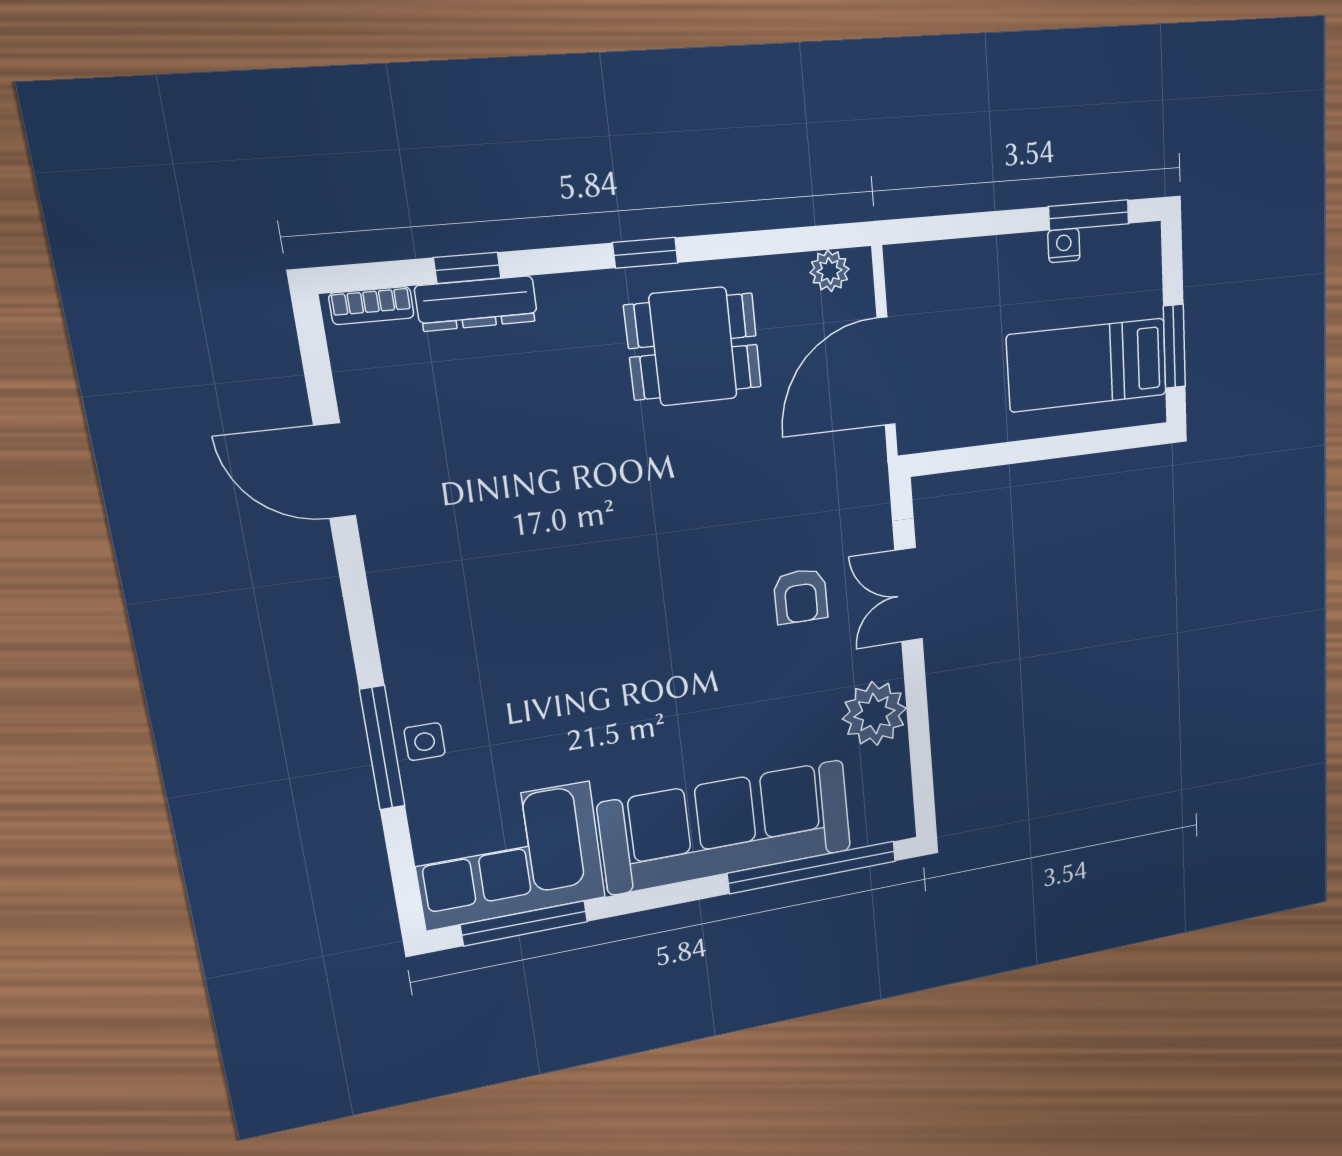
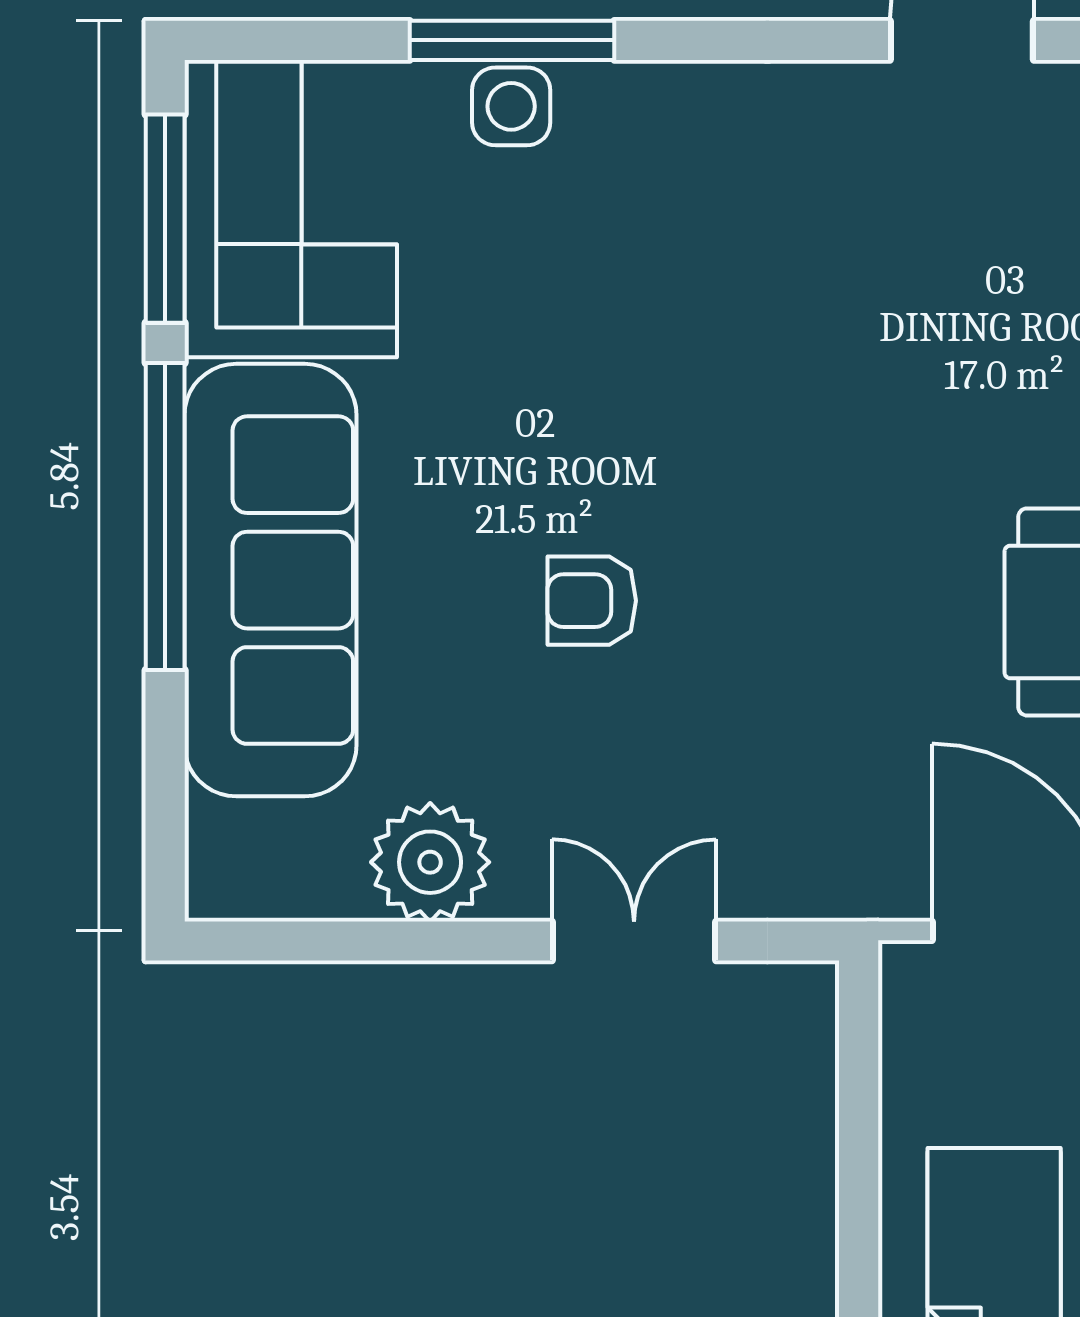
armchair: (801, 596) -> (592, 601), moved
side table: (425, 742) -> (511, 106), width x1.37, depth x1.37
window: (812, 867) -> (165, 517), moved

